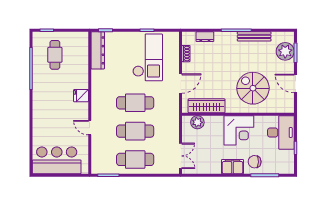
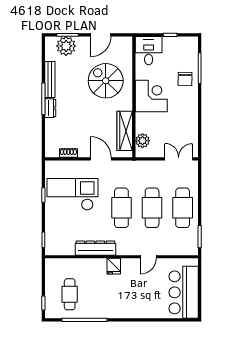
dresser: (205, 37) -> (50, 108), moved
dresser: (98, 50) -> (95, 248), moved
cafe table: (55, 55) -> (70, 294), turned 90
spiral stairs: (253, 88) -> (106, 81), turned 90
desk: (281, 132) -> (149, 51), width x0.73
filing cabinet: (233, 167) -> (190, 103), removed

